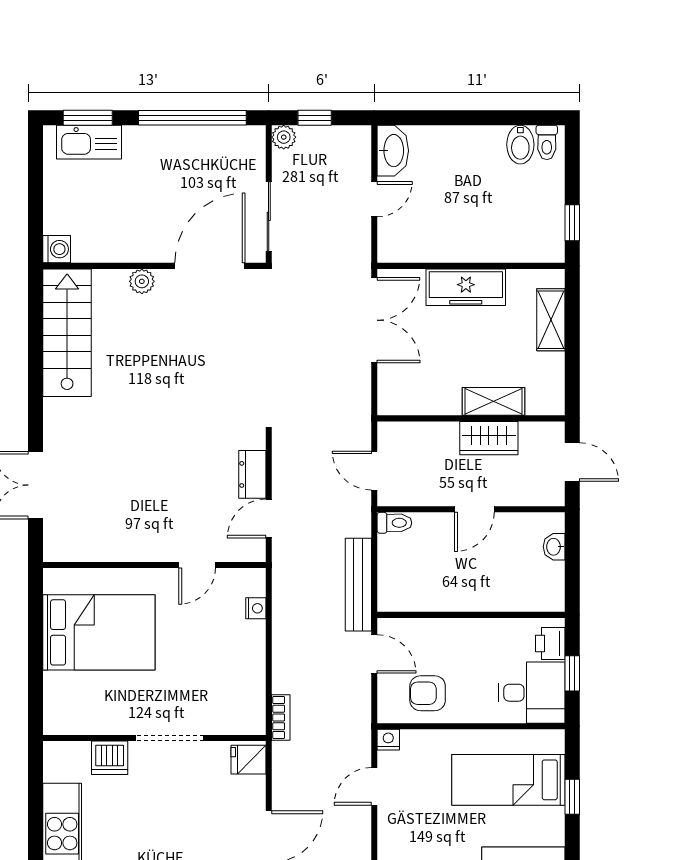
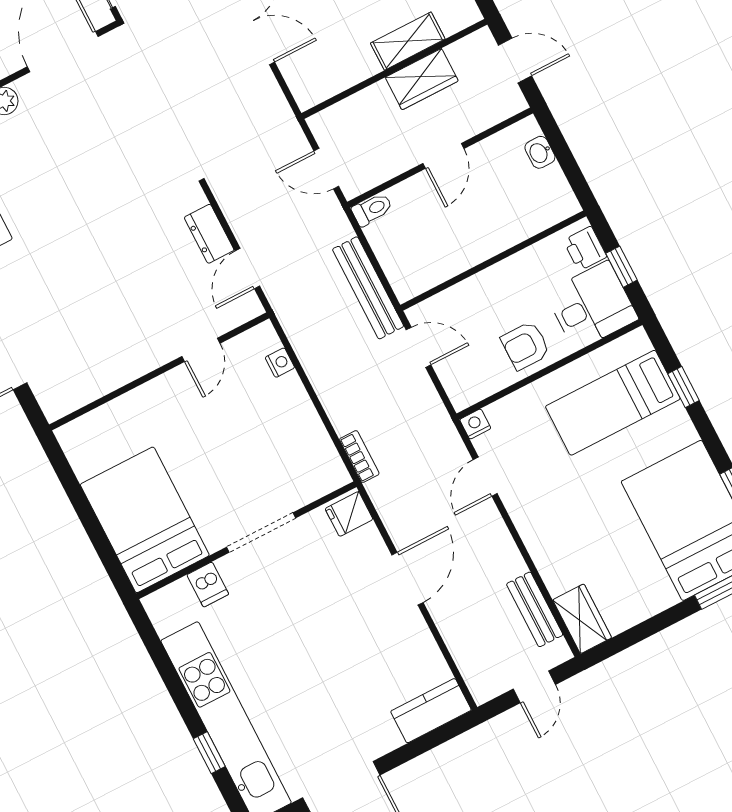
bed: (99, 632) -> (145, 520), moved, turned -90
armchair: (428, 693) -> (525, 346), moved
dishwasher: (110, 758) -> (208, 584), width x0.73

